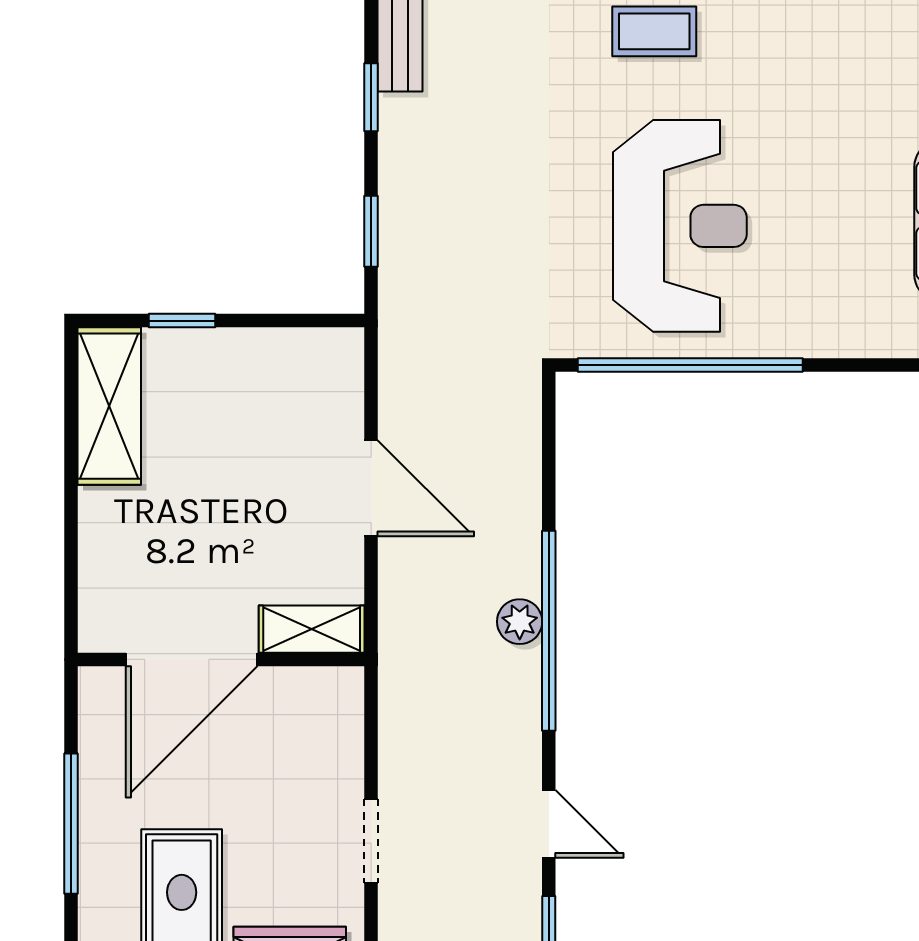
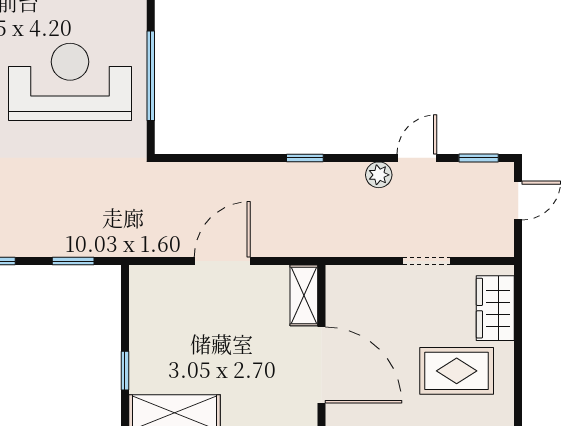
window: (690, 365) -> (151, 76), width x0.68
plant: (520, 622) -> (379, 175), moved
window: (549, 631) -> (305, 158), width x0.32

